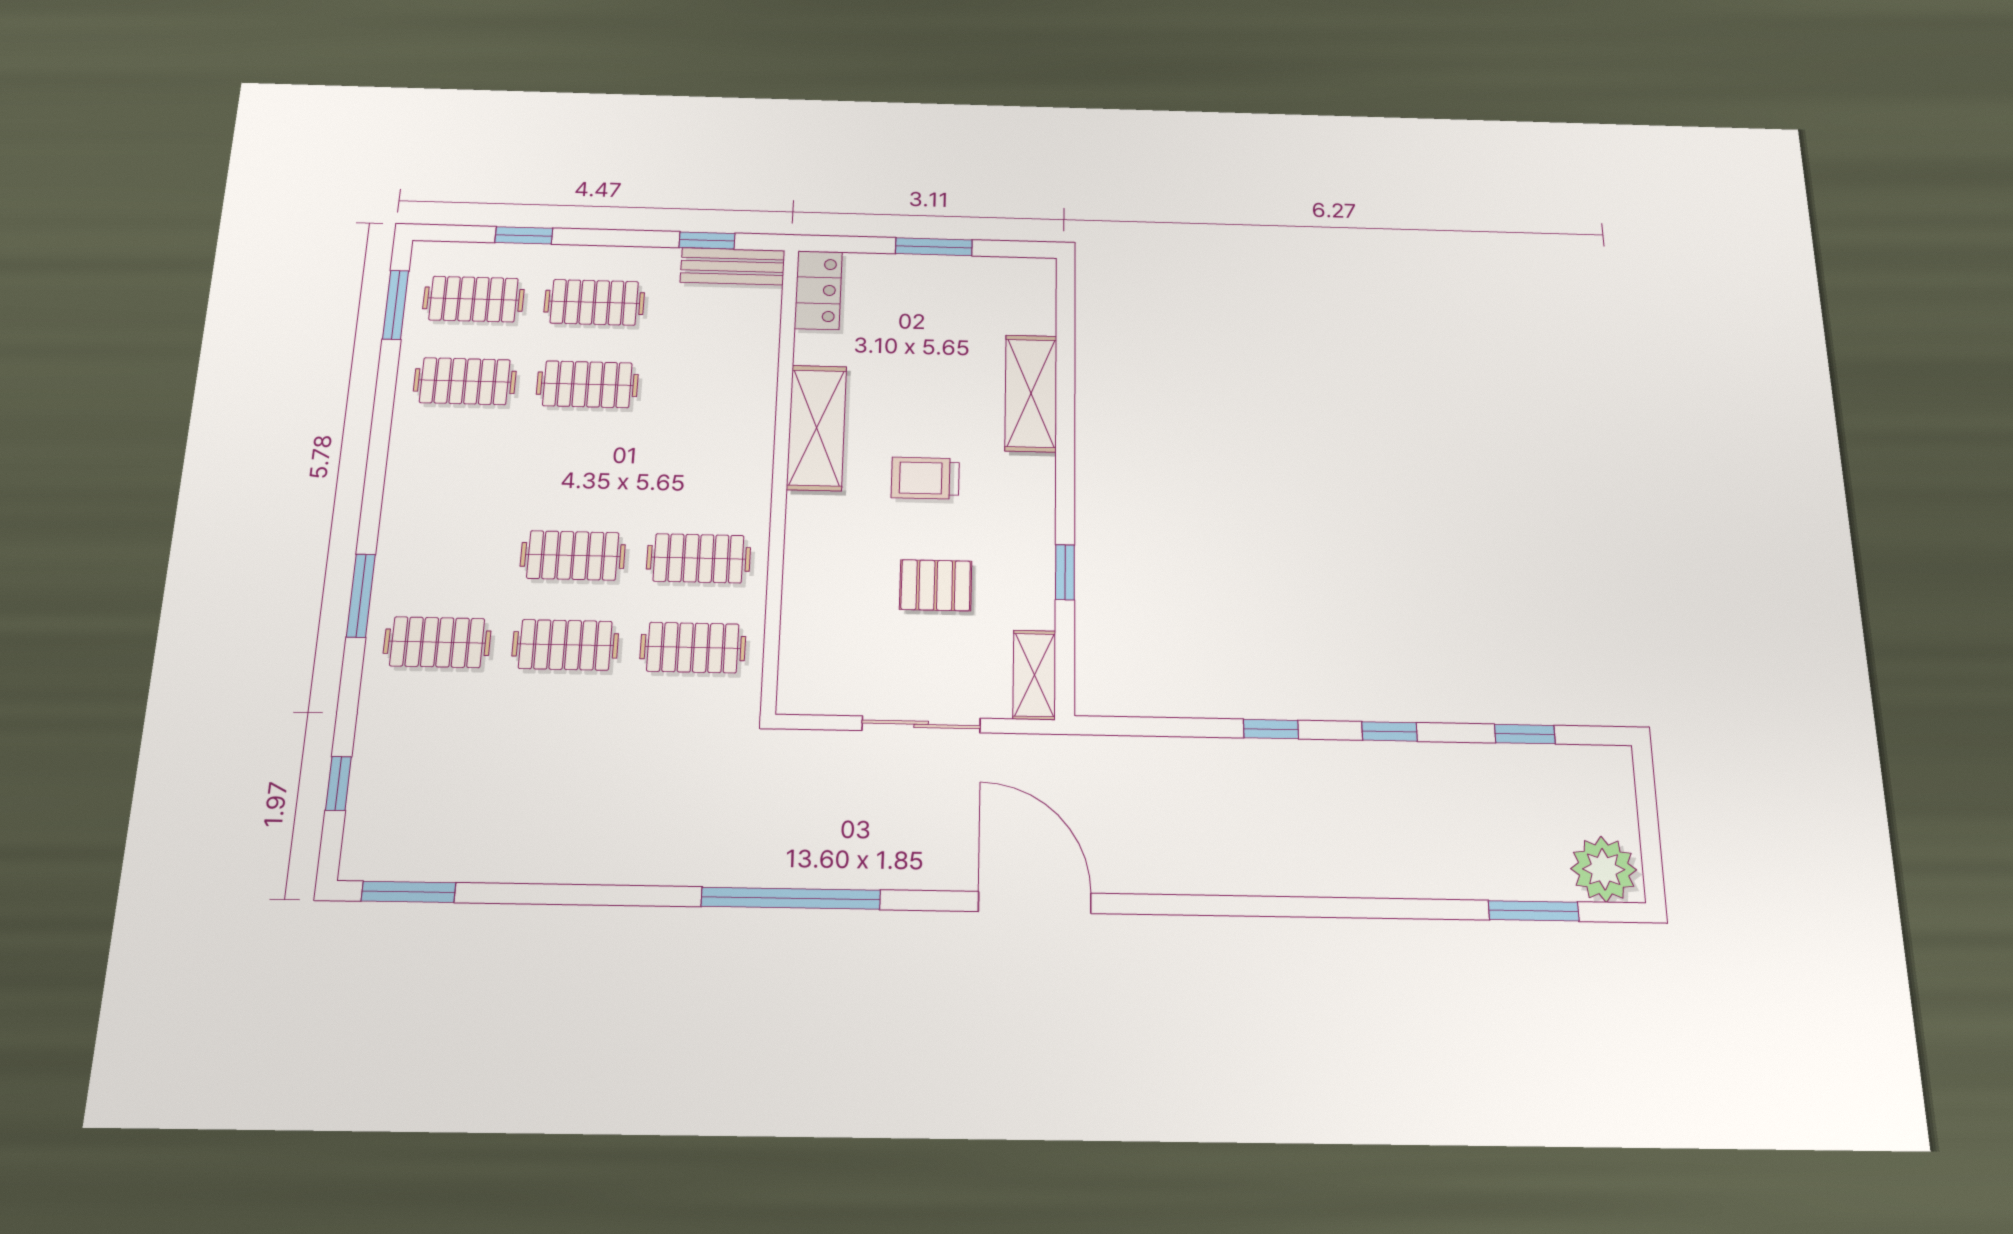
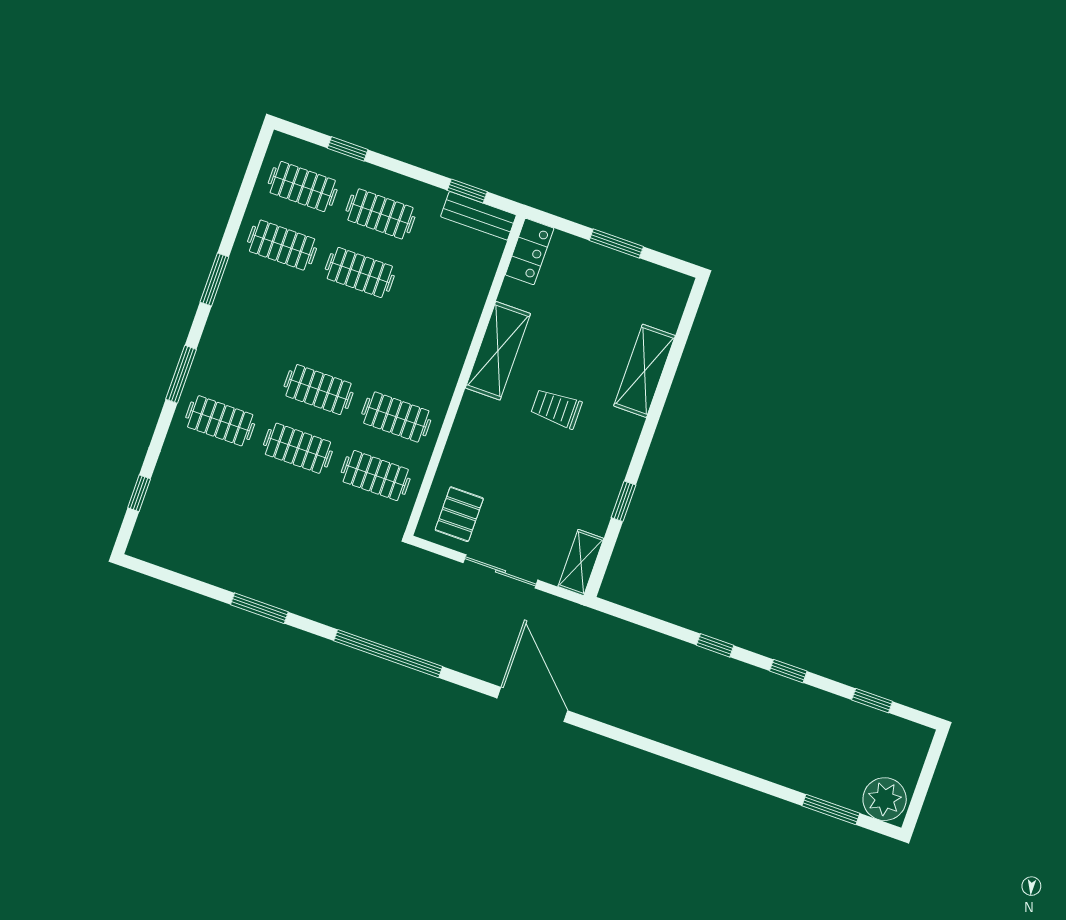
window: (396, 305) -> (214, 279), moved
pallet: (936, 585) -> (459, 514), moved, turned 90
window: (408, 892) -> (259, 608), moved

